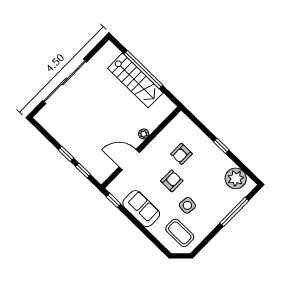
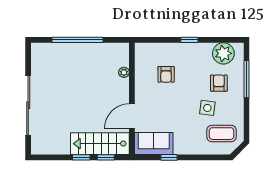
stairs: (135, 80) -> (100, 144), moved, turned 180
plant: (144, 134) -> (124, 72), moved
armchair: (172, 181) -> (219, 83), moved
window: (114, 200) -> (169, 157), moved
sofa: (141, 209) -> (154, 143), moved

